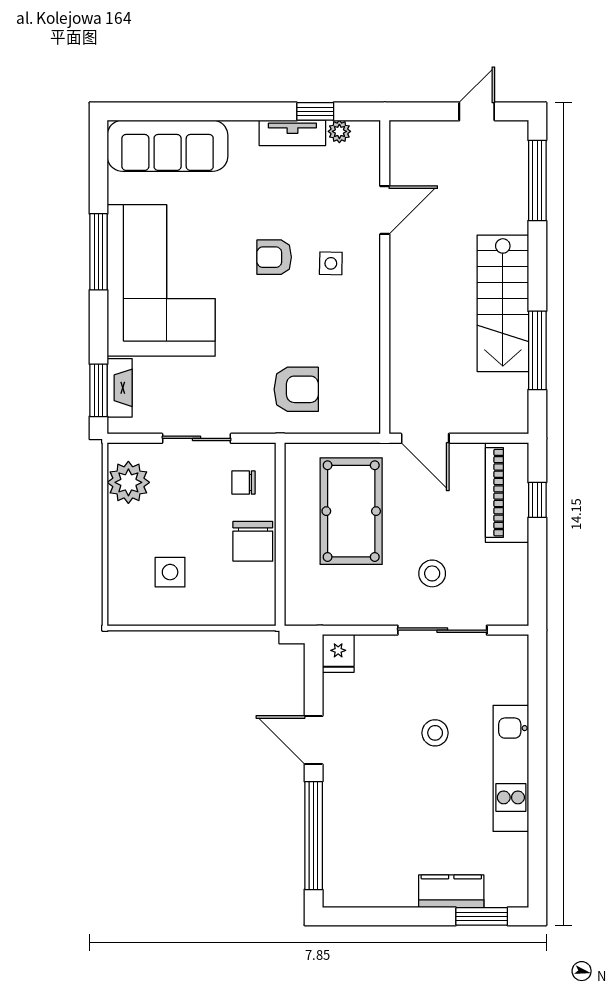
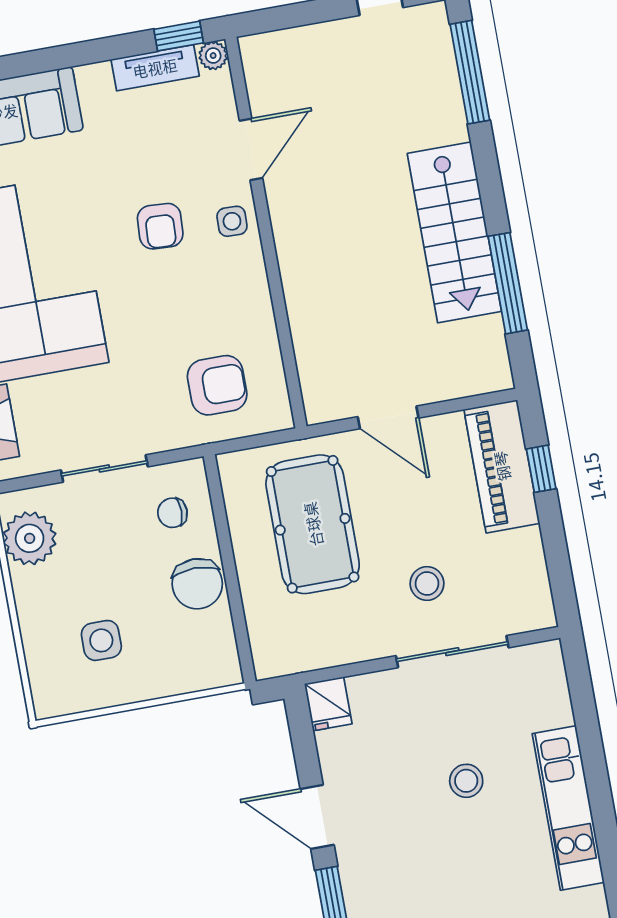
door: (385, 210) -> (251, 149), moved
armchair: (274, 257) -> (160, 226), turned -87
wall: (385, 277) -> (266, 233), moved

